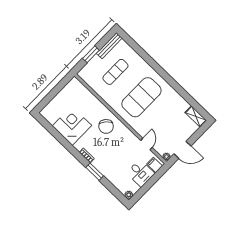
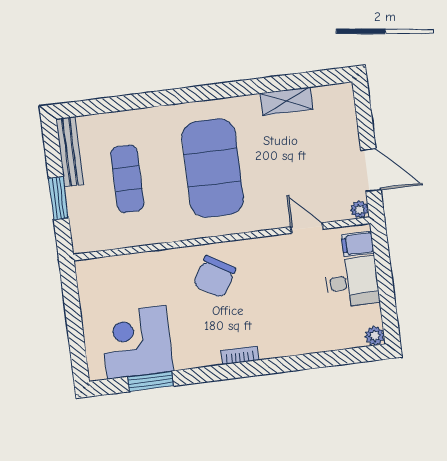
shelving: (196, 116) -> (286, 101), moved
corner desk: (72, 126) -> (137, 342), moved
chair: (106, 126) -> (214, 277), turned 80
door: (182, 150) -> (371, 170), hinge flipped
window: (95, 172) -> (151, 381), moved

